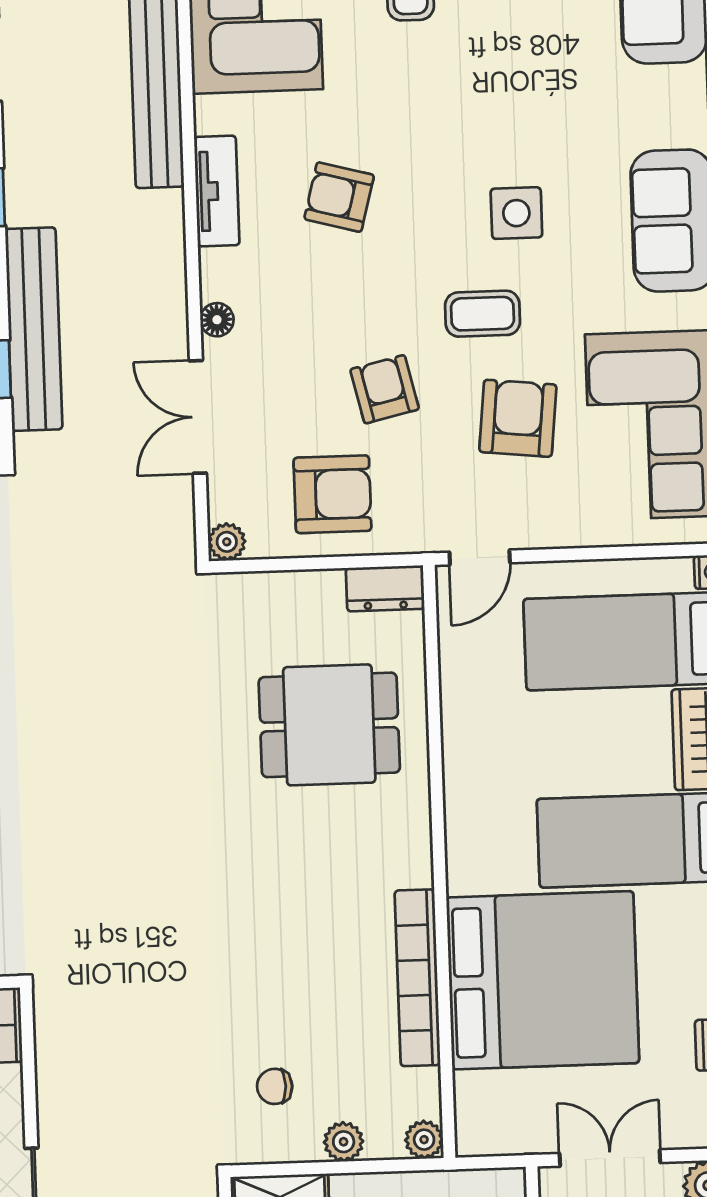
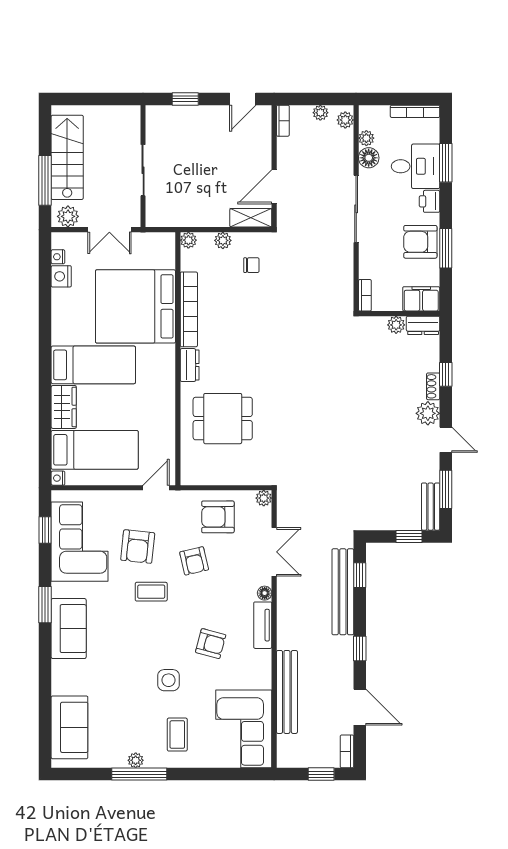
tv unit: (217, 191) -> (263, 625), moved
side table: (516, 213) -> (169, 680), moved
dresser: (385, 588) -> (190, 365), moved, turned 90

